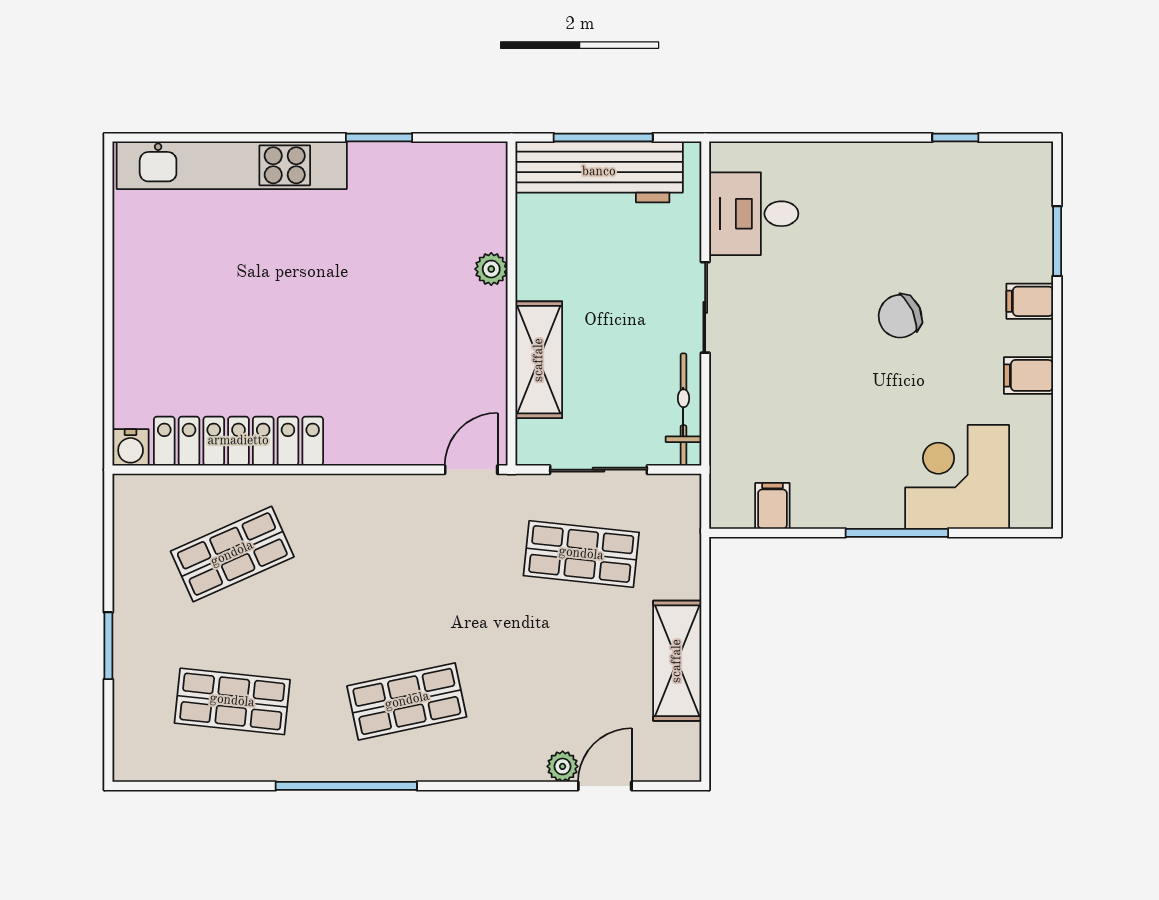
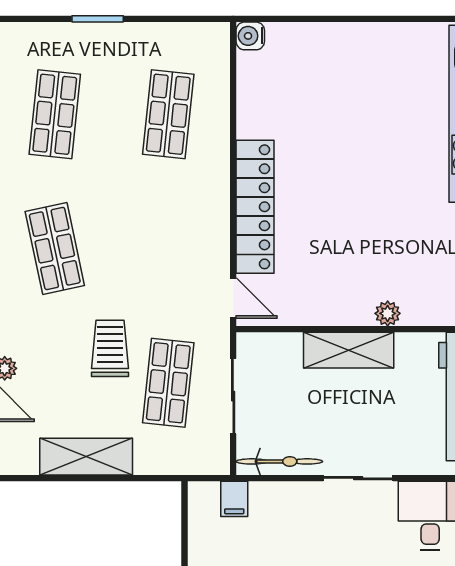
shelving: (539, 360) -> (349, 350), moved
locker: (238, 441) -> (255, 207), moved
filing cabinet: (772, 506) -> (234, 499), moved, turned 90
shop shelf: (232, 554) -> (168, 114), turned 30
trolley: (536, 630) -> (110, 348), added

